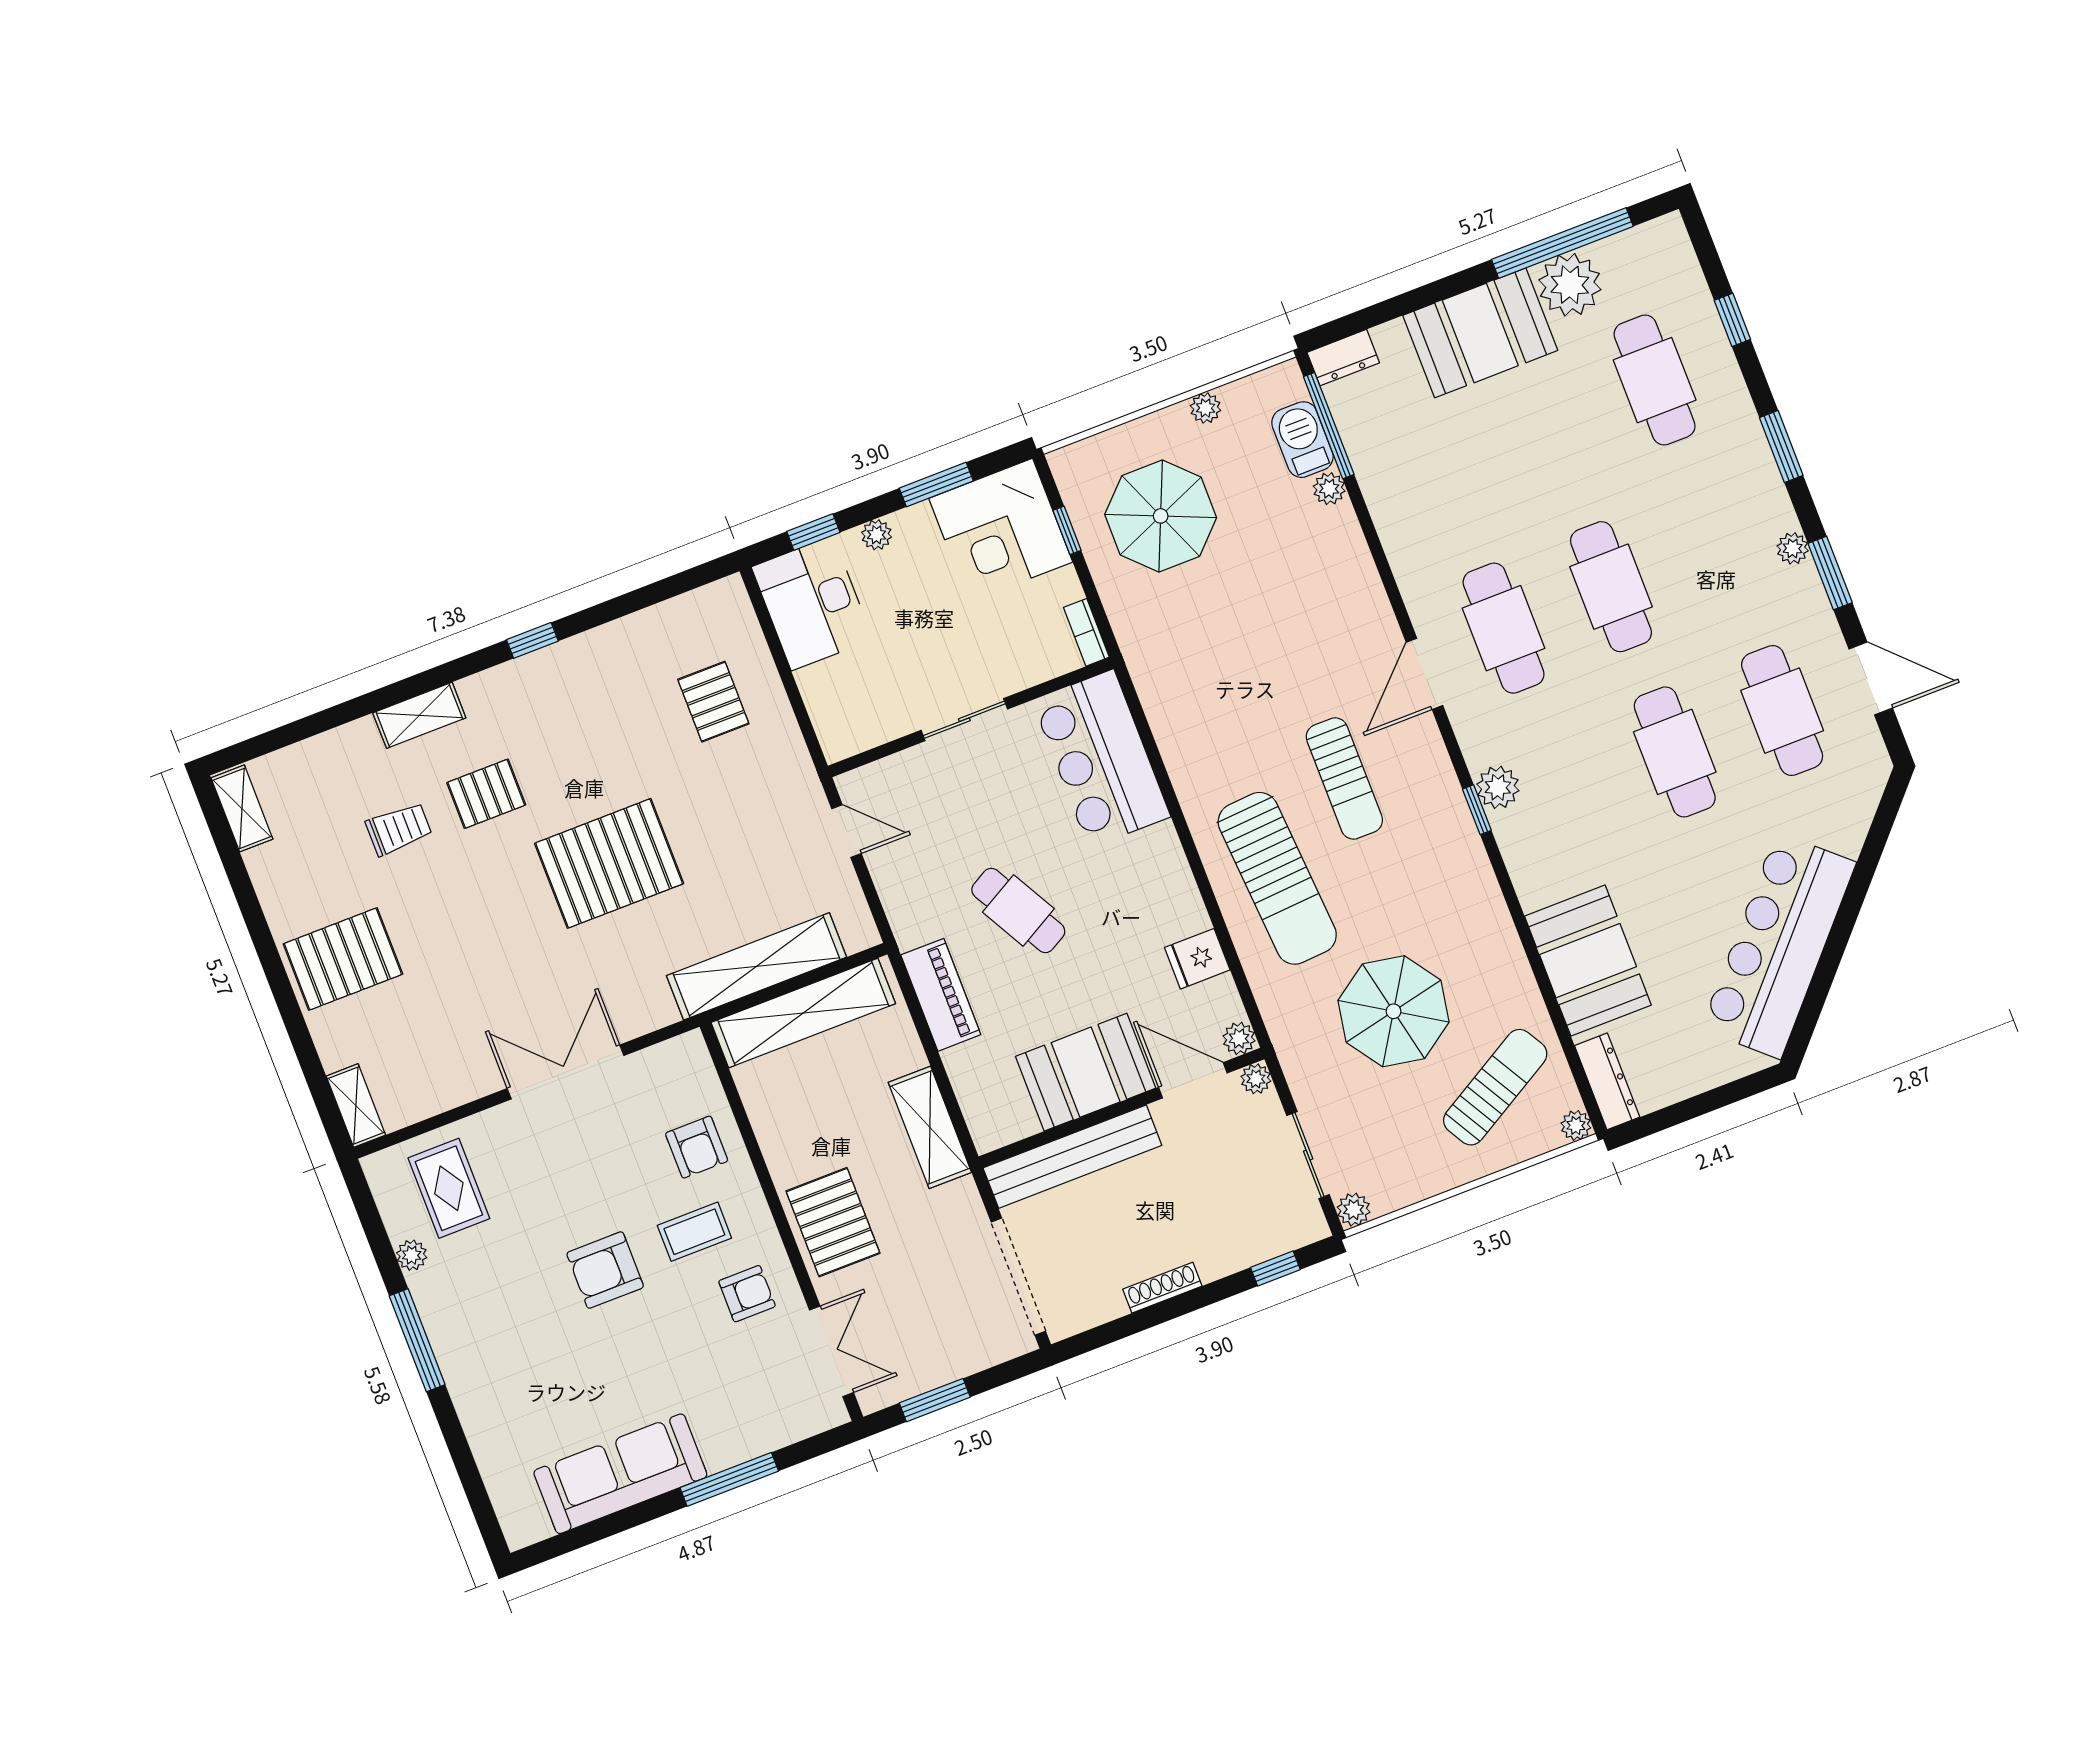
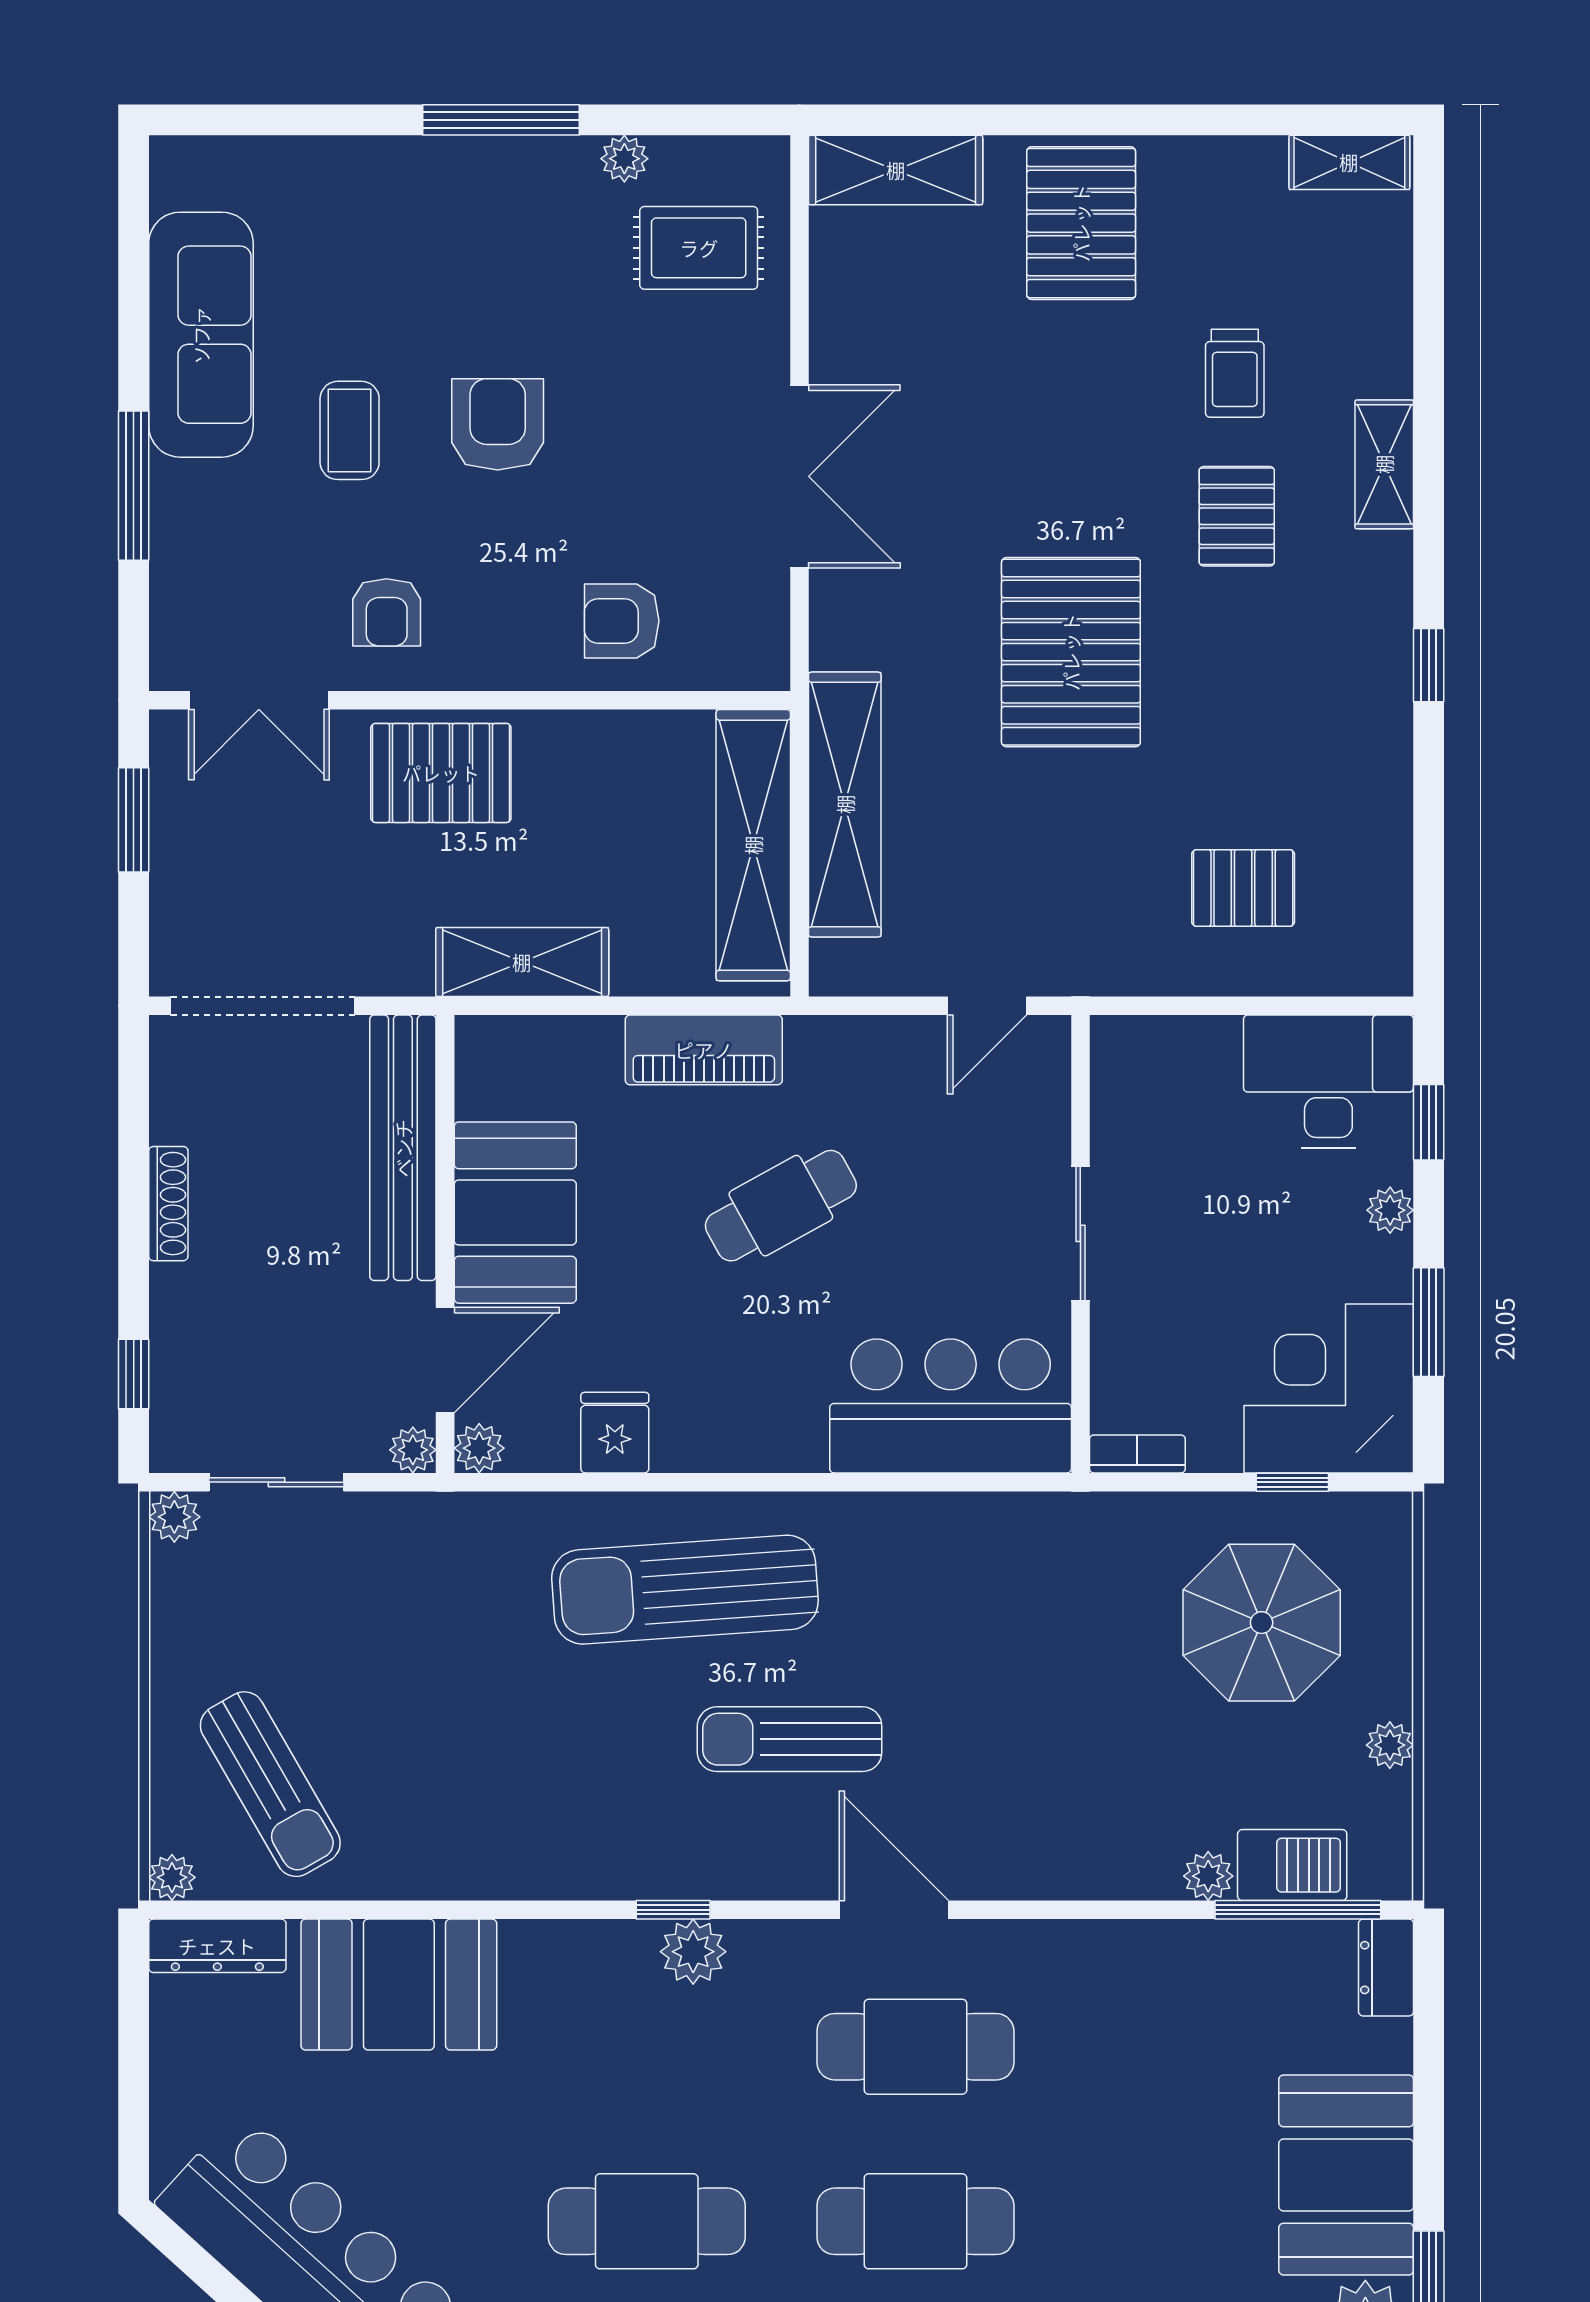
parasol: (1394, 1011) -> (433, 1682), removed
shelving: (356, 1106) -> (896, 170), width x1.50, depth x1.33
coffee table: (694, 1232) -> (350, 430), moved

